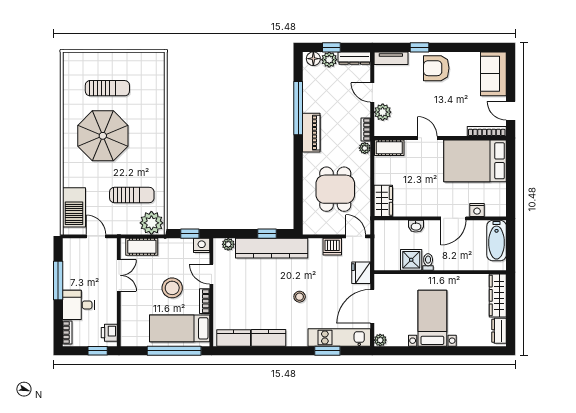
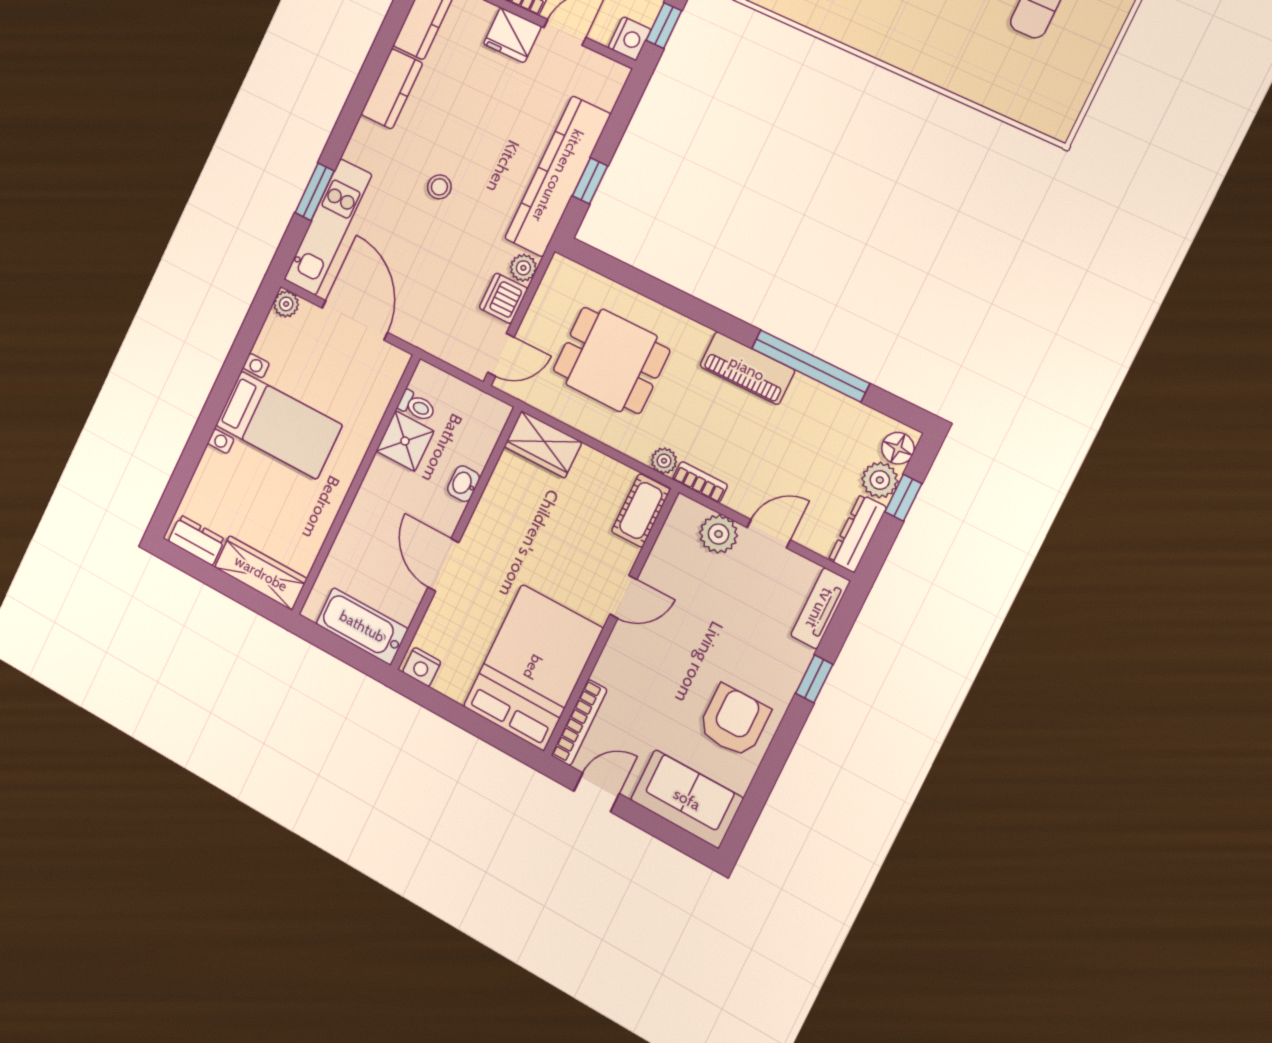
armchair: (436, 68) -> (734, 721), moved
nightstand: (477, 210) -> (422, 667), moved, turned -90
plant: (228, 244) -> (523, 268), moved
toilet: (428, 262) -> (416, 406), moved
fridge: (361, 273) -> (512, 35), moved, turned 180

